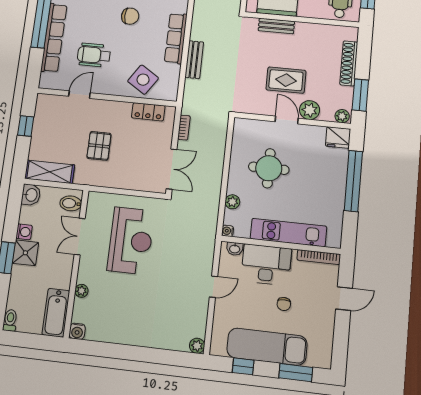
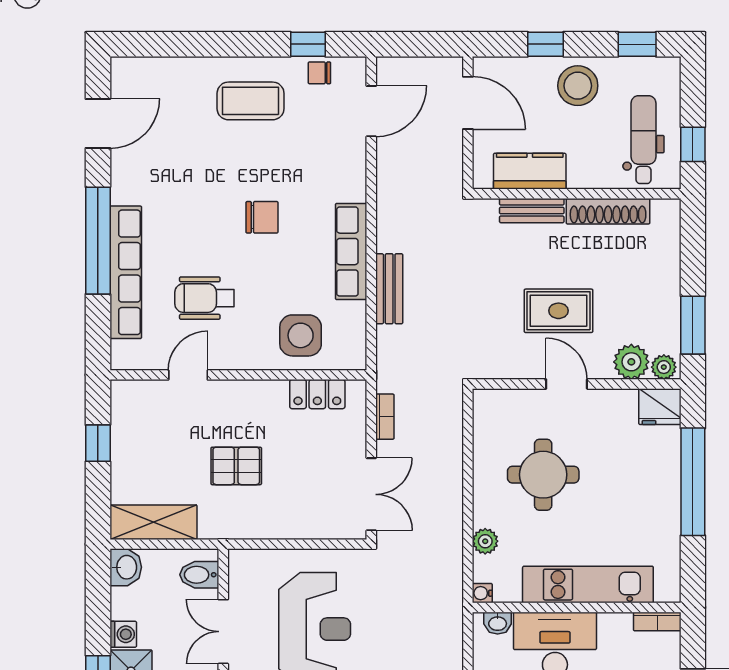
shoe rack: (349, 63) -> (608, 211), moved, turned -90
side table: (143, 80) -> (301, 335), turned -33
plant: (310, 110) -> (631, 362), moved
pallet: (99, 146) -> (236, 466), turned 90
bookcase: (319, 257) -> (657, 621), width x0.64

